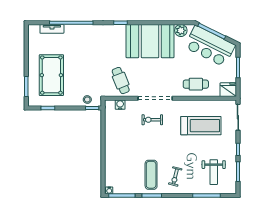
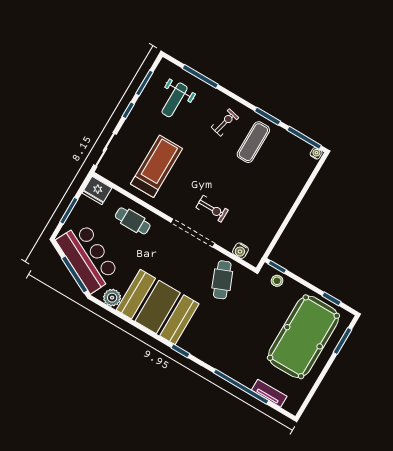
pool table: (51, 75) -> (303, 337), width x1.36, depth x1.32
treadmill: (201, 126) -> (157, 166), turned 90
weight bench: (214, 172) -> (175, 100), turned 180

